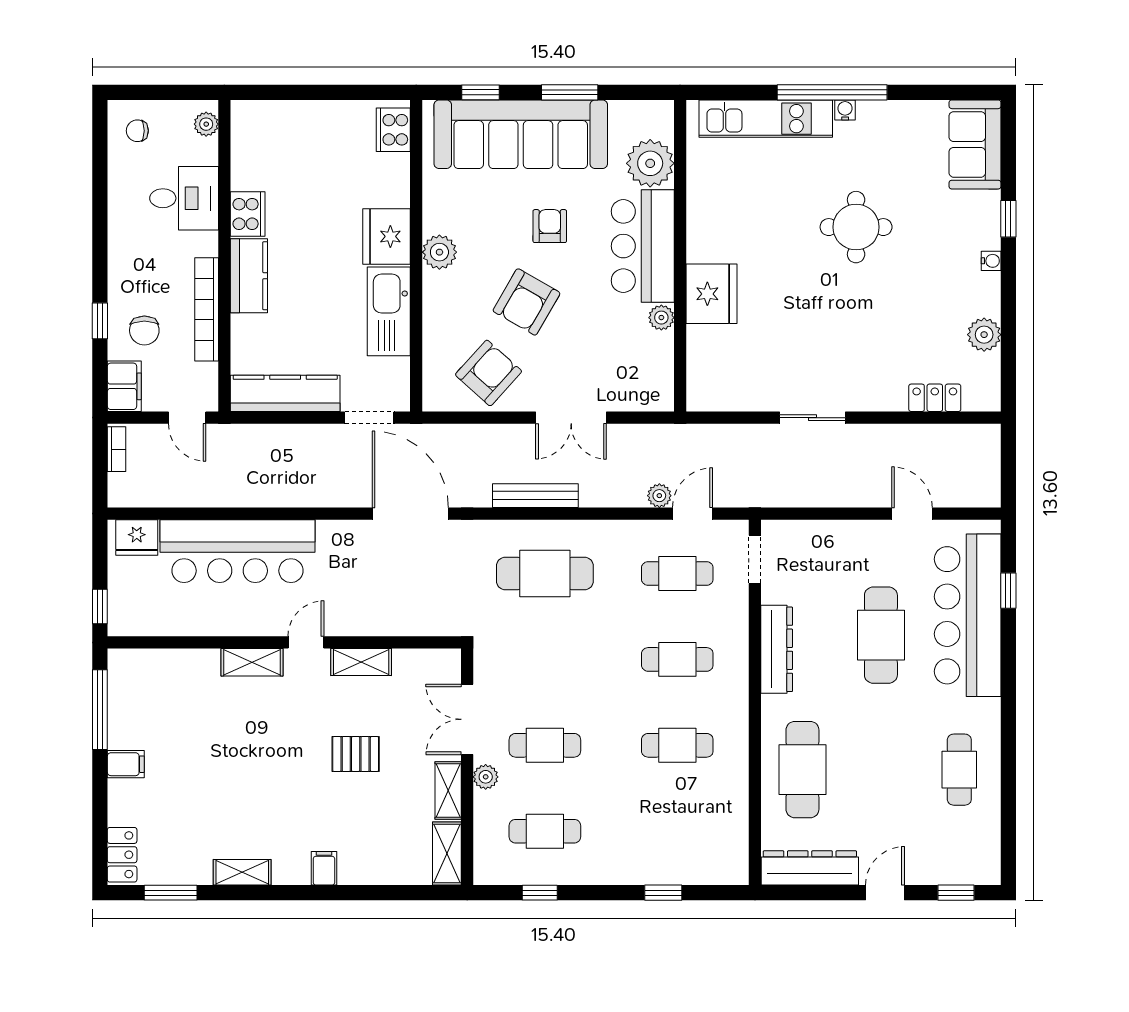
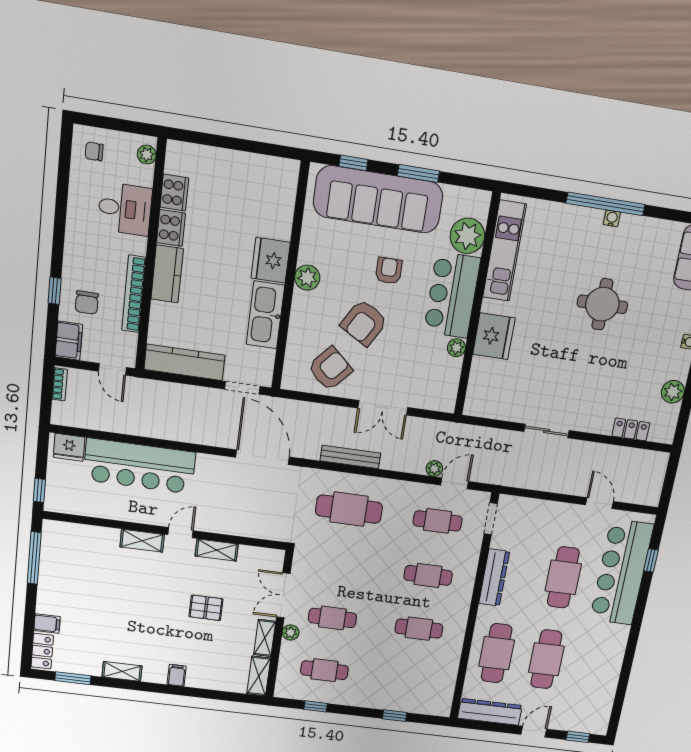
kitchen unit: (766, 119) -> (504, 251), moved, turned -90
cooker: (393, 130) -> (174, 193), moved, turned 180
filing cabinet: (126, 764) -> (47, 624), moved
cafe table: (959, 770) -> (546, 659), moved, width x1.37, depth x1.35

